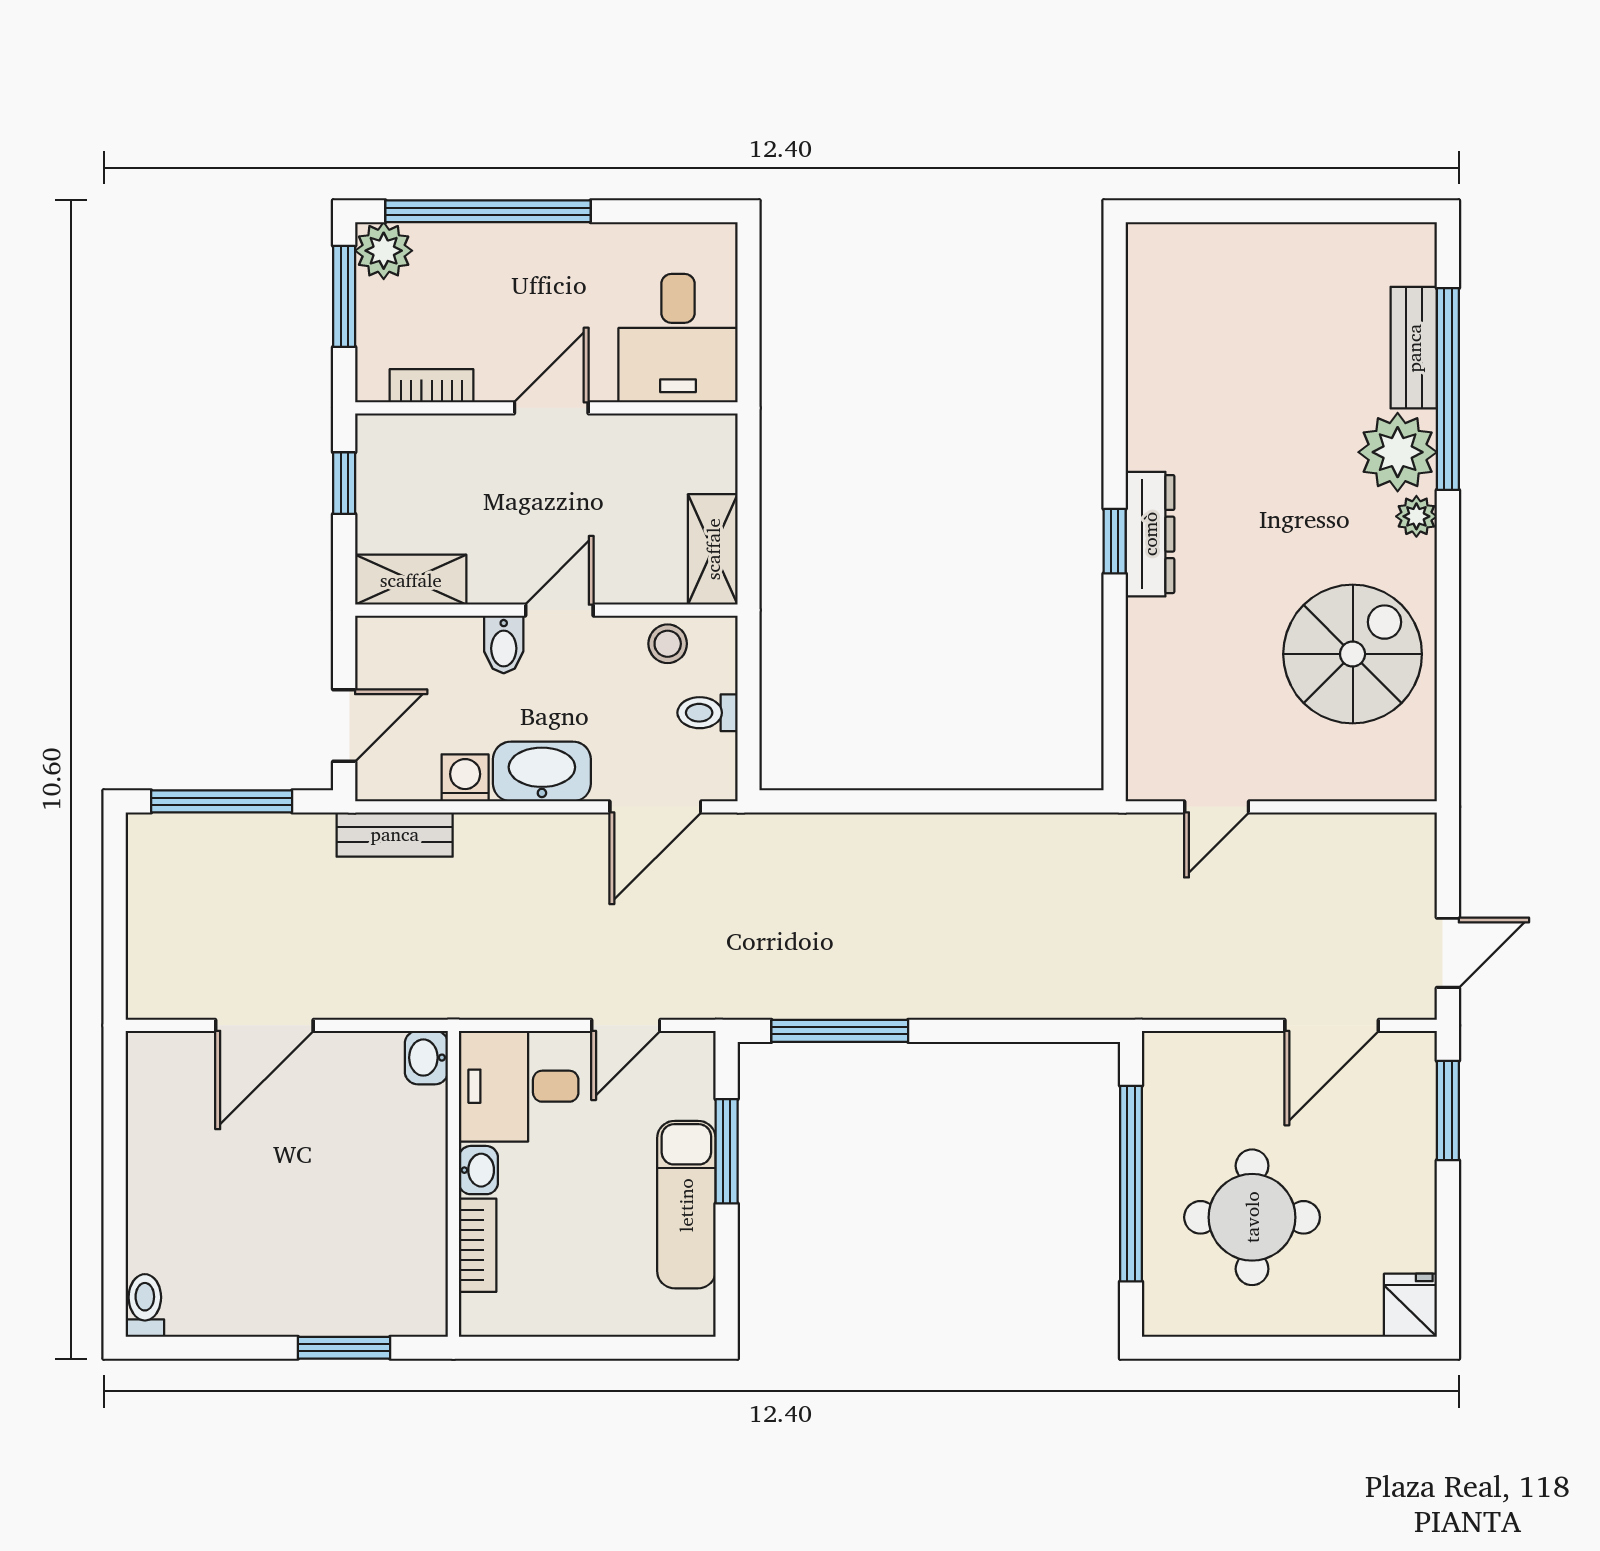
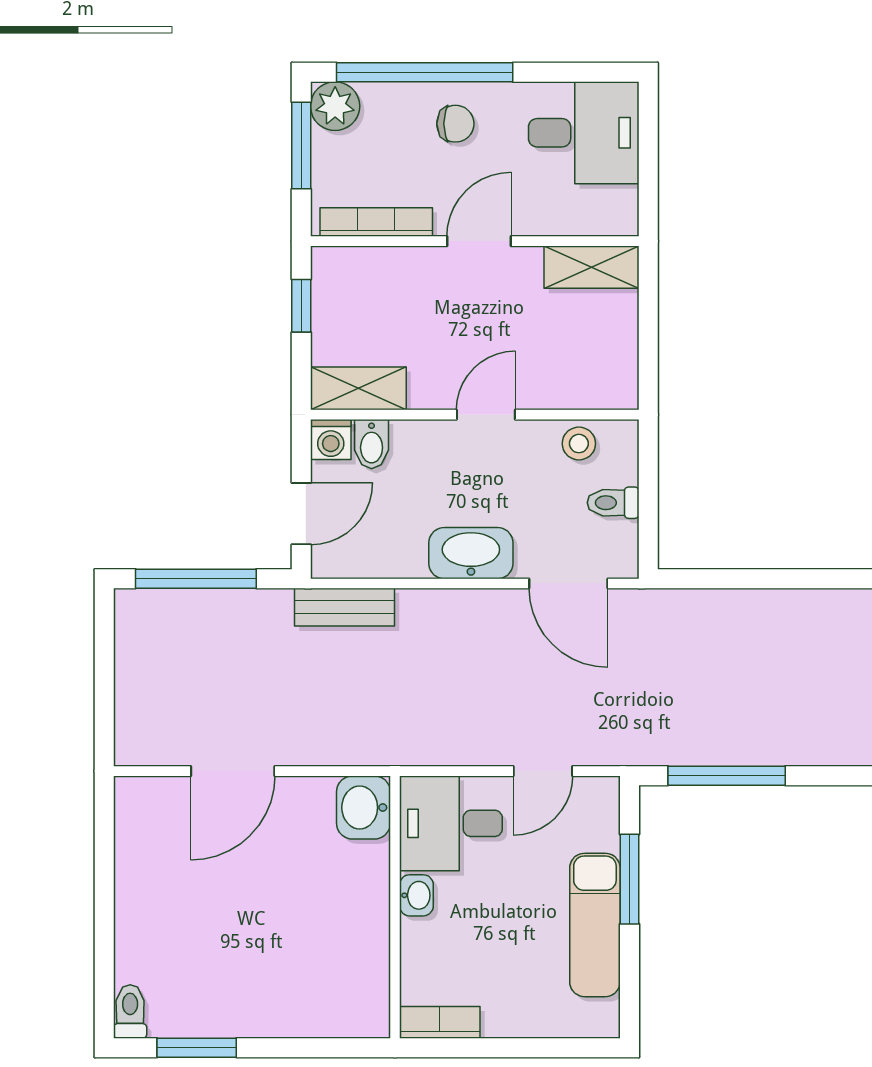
chair: (524, 271) -> (455, 124), added
desk: (678, 338) -> (584, 133), moved, turned -90
bookcase: (432, 386) -> (376, 222), width x1.56
shelving: (713, 549) -> (591, 267), moved, turned 90
bidet: (504, 644) -> (372, 444), moved
washing machine: (465, 778) -> (331, 439), moved, turned 180
door: (655, 807) -> (568, 583), hinge flipped
washbasin: (426, 1058) -> (363, 807), width x1.38, depth x1.45
bookcase: (478, 1245) -> (440, 1022), moved, turned -90
window: (344, 1348) -> (197, 1048), moved

